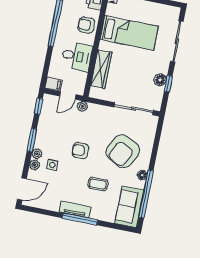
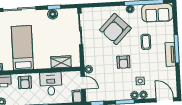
wardrobe: (101, 69) -> (61, 62), width x0.67
armchair: (123, 151) -> (115, 29), turned 109

